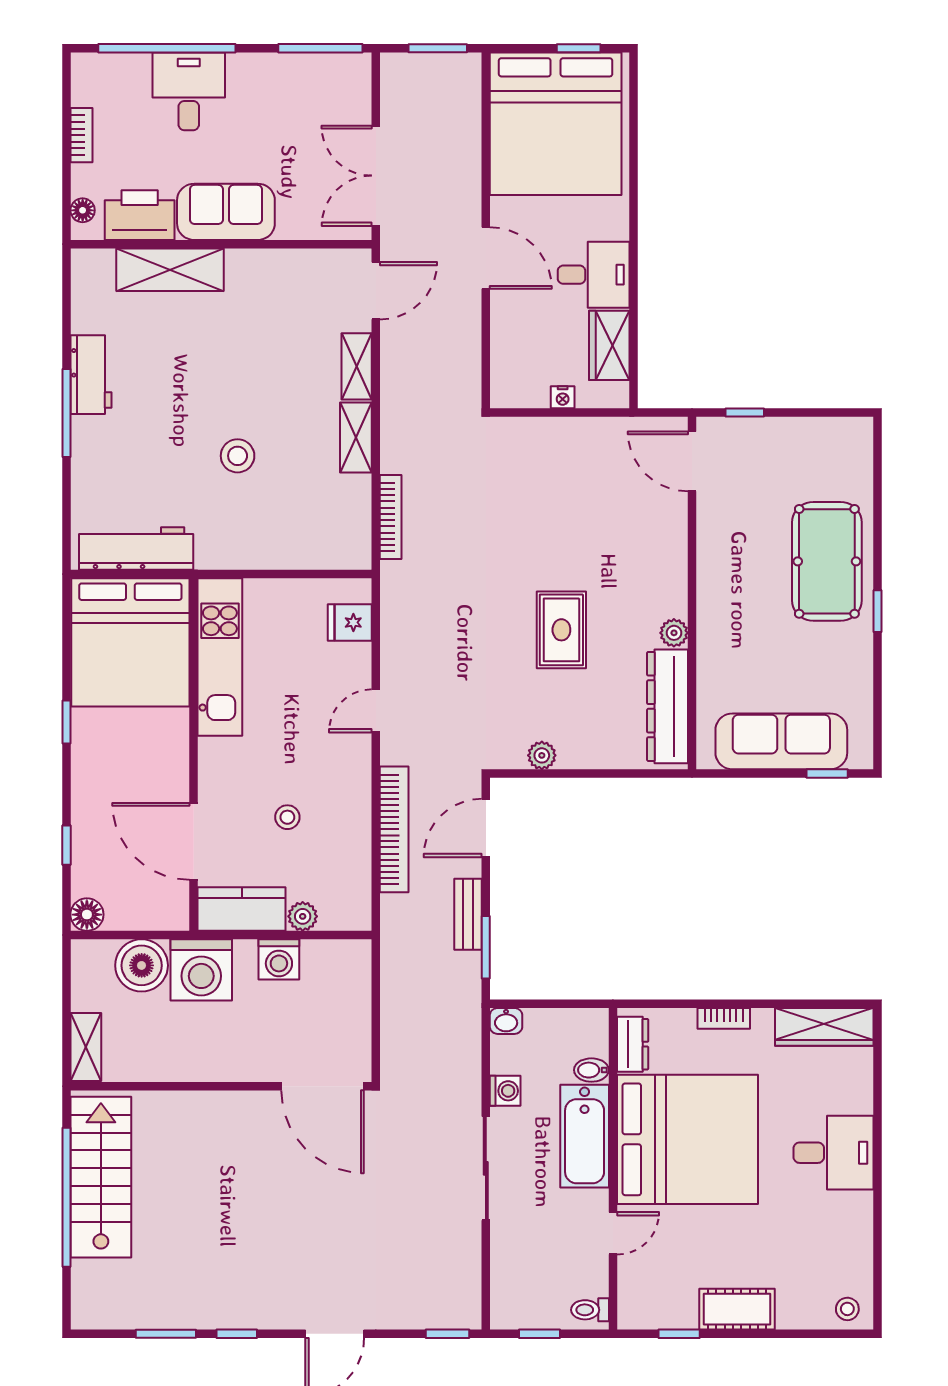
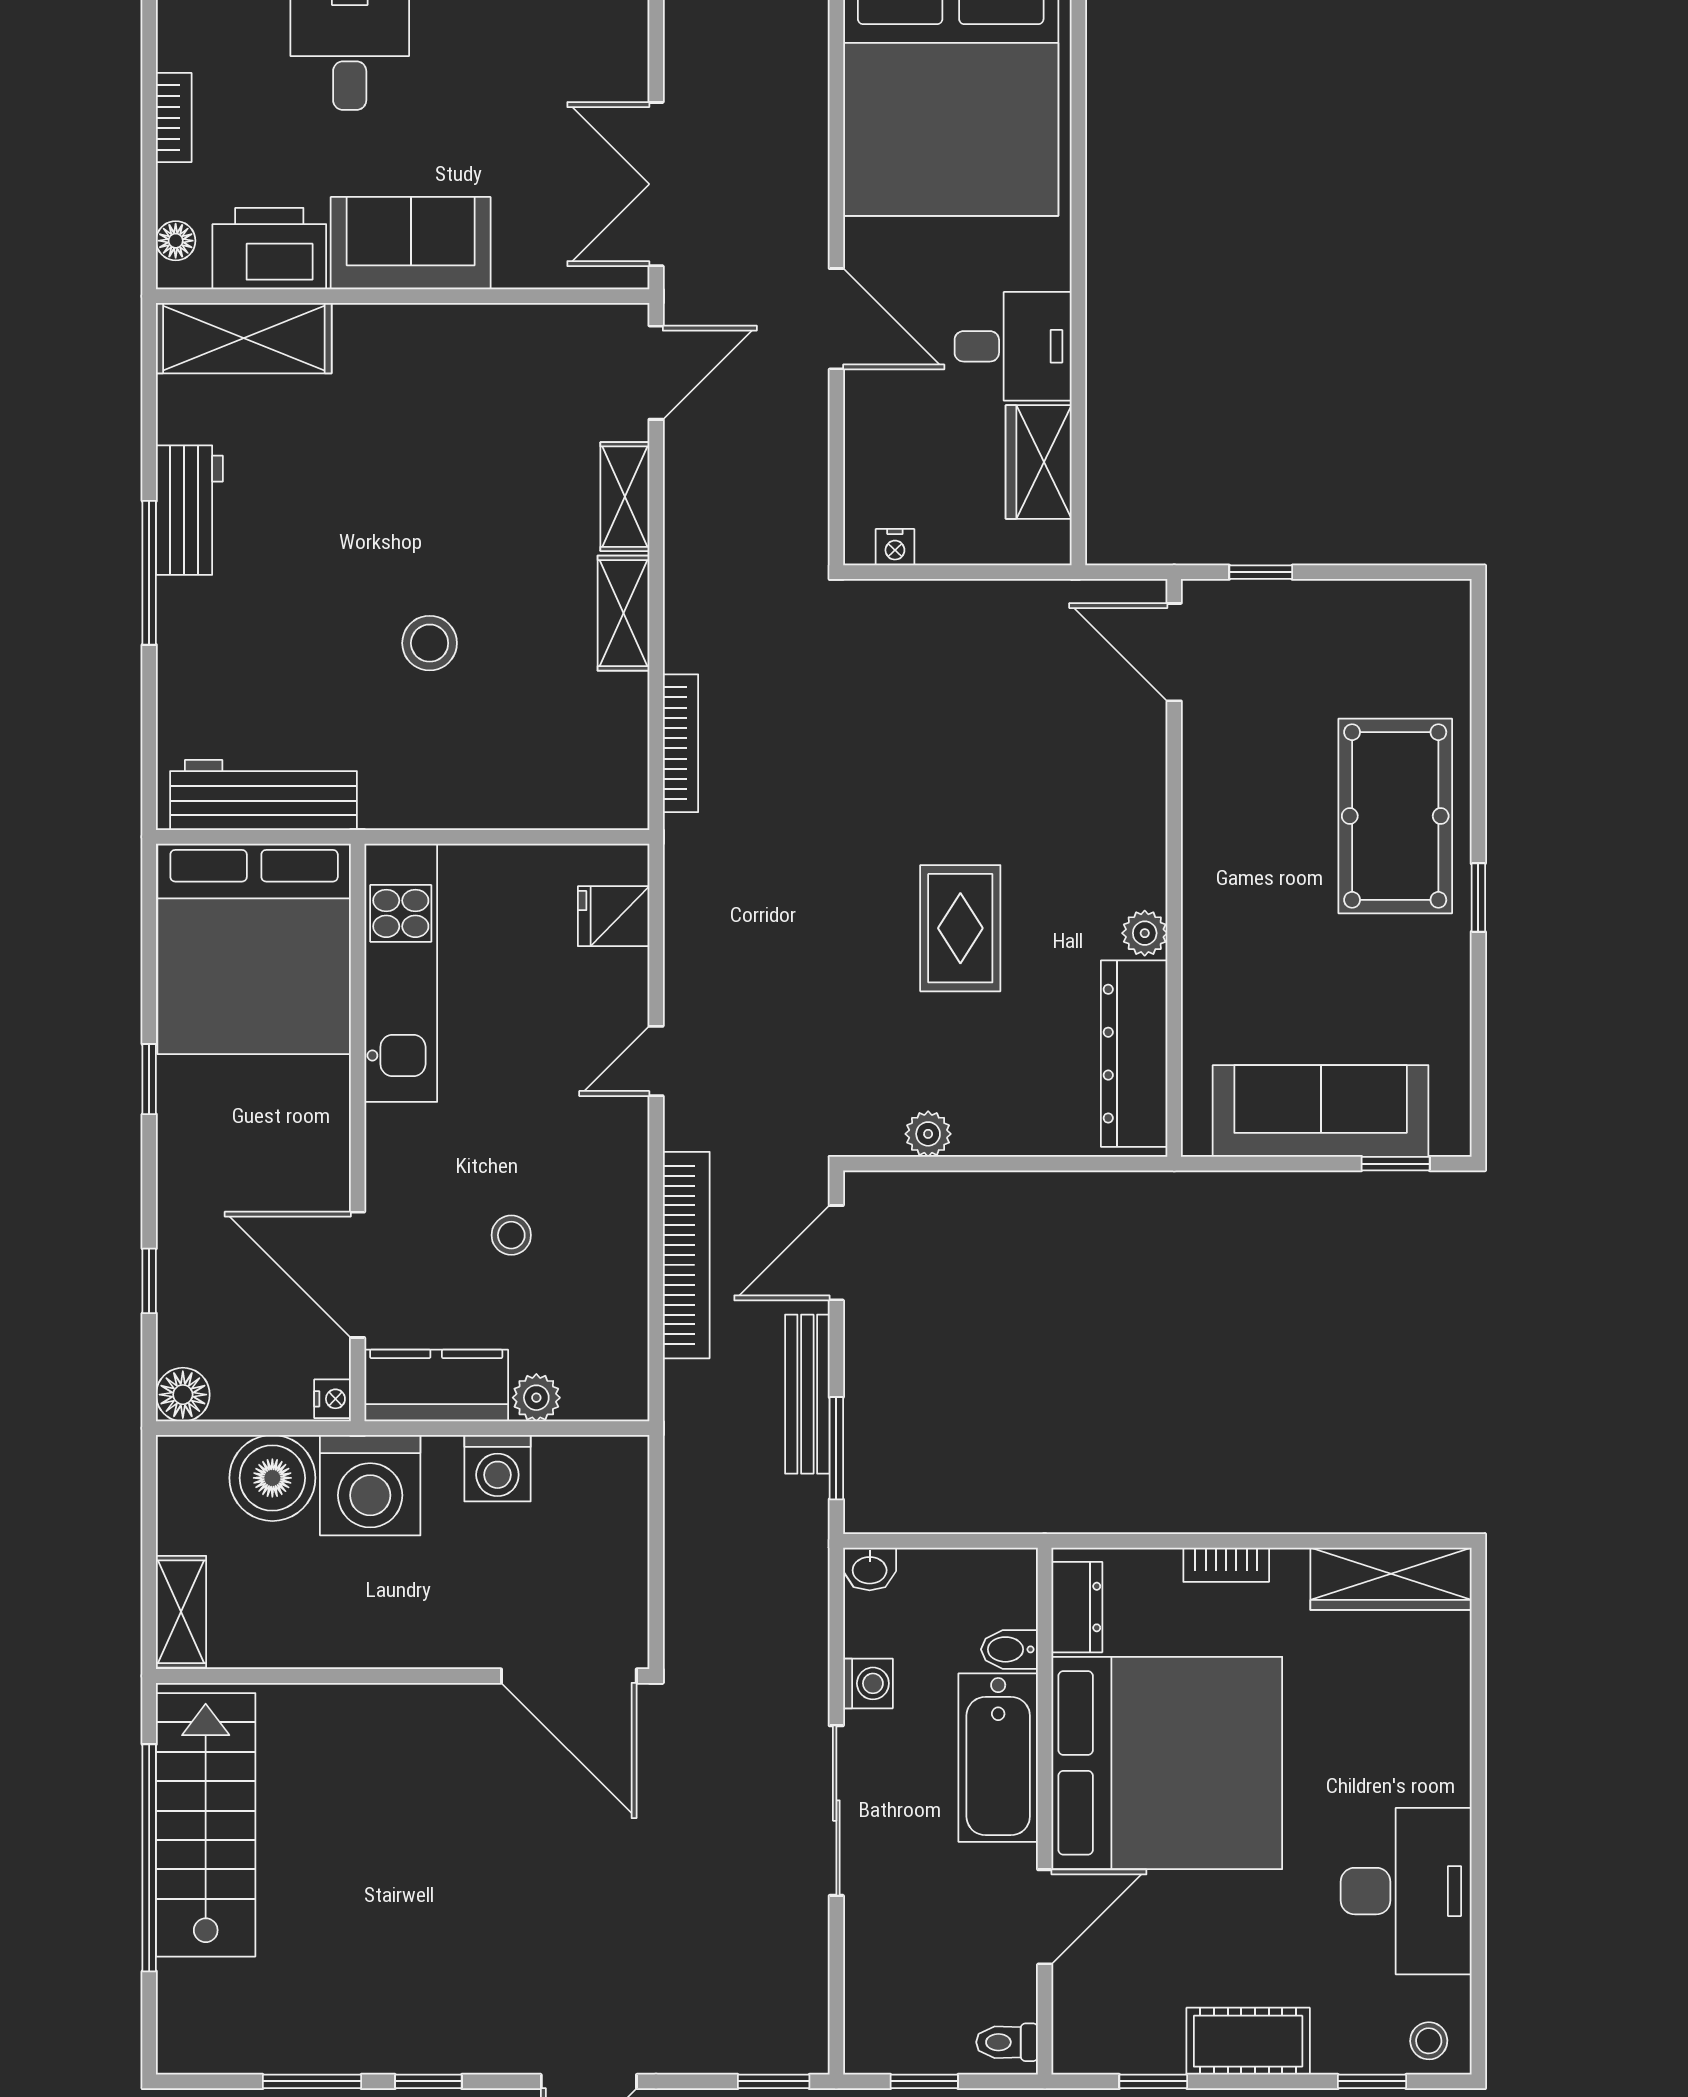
shelving: (170, 270) -> (244, 338), moved
nightstand: (563, 397) -> (895, 547), moved
bench: (468, 914) -> (807, 1394), width x1.36
nightstand: (178, 917) -> (333, 1399), added
desk: (834, 1153) -> (1406, 1891), moved, width x1.37
door: (613, 1233) -> (1045, 1917), width x1.38
window: (813, 1334) -> (1372, 2081), added

